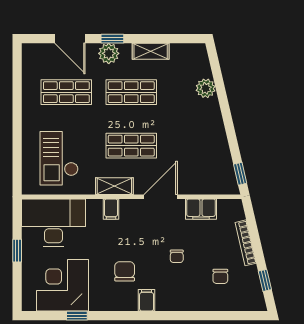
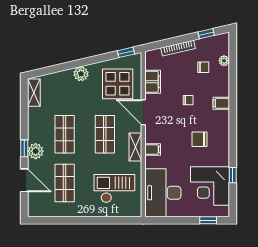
door: (70, 39) -> (24, 180), hinge flipped
shelving: (151, 51) -> (34, 93), moved
plant: (206, 88) -> (81, 74), moved
checkout: (59, 158) -> (114, 189), turned 180
display table: (198, 162) -> (118, 84), added
window: (17, 251) -> (208, 220), moved
filing cabinet: (147, 300) -> (221, 103), moved
plant: (229, 304) -> (224, 61), added

